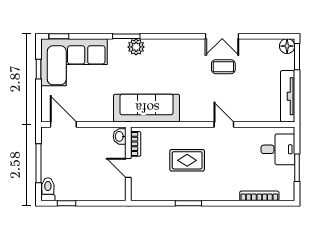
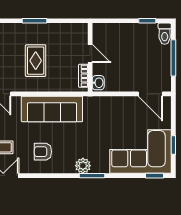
armchair: (179, 62) -> (43, 152), added
sofa: (147, 108) -> (52, 109), moved
rug: (187, 160) -> (36, 61), turned 90

